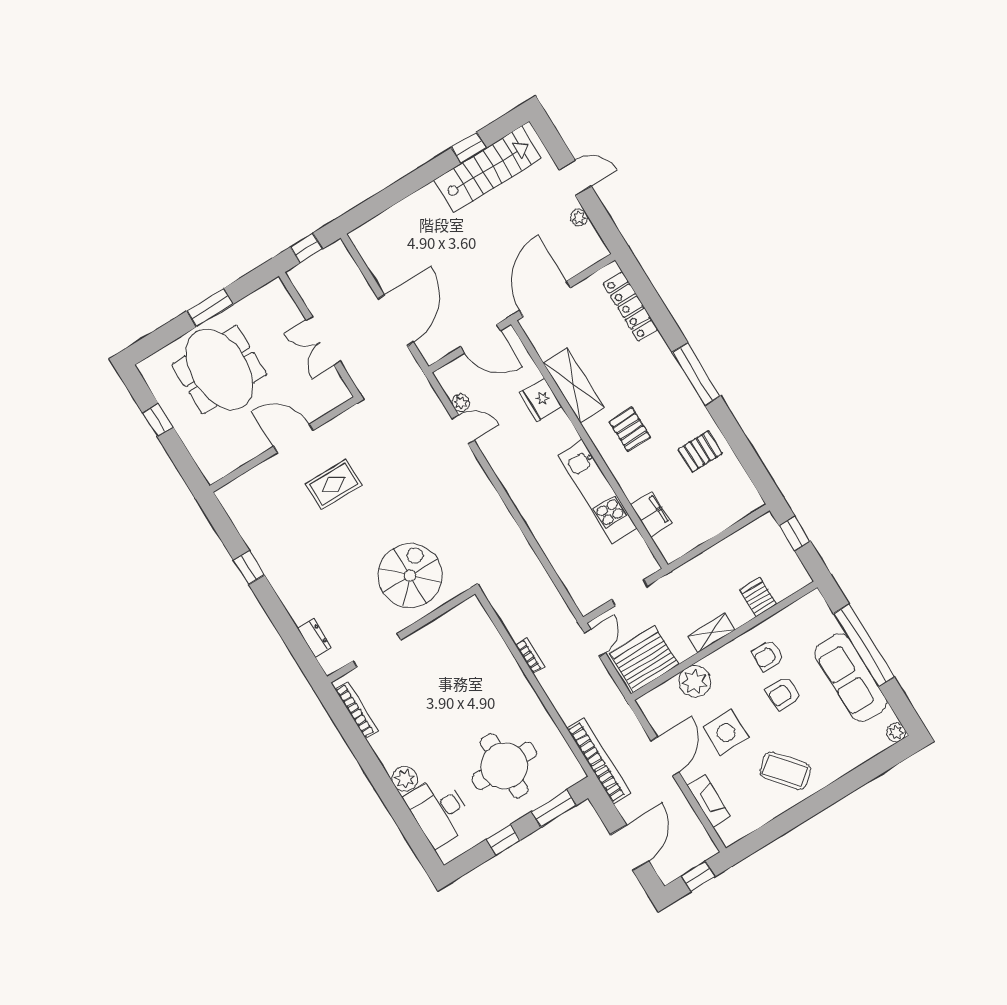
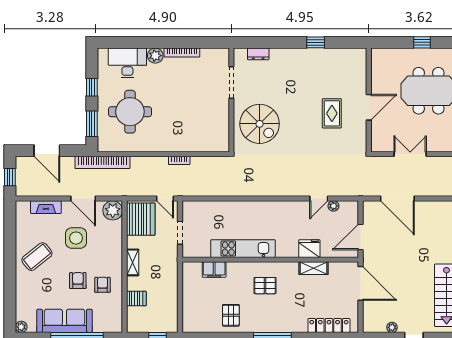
shelving: (573, 385) -> (314, 268), width x0.67, depth x0.75
plant: (695, 681) -> (113, 210), moved
bookcase: (356, 710) -> (182, 53), moved

